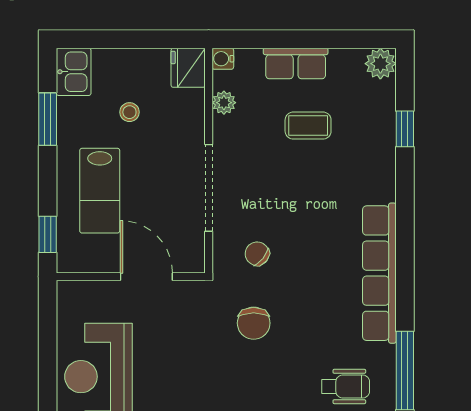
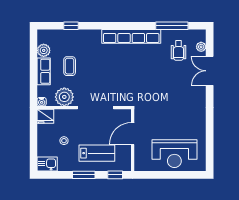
plant: (380, 64) -> (44, 50), moved
plant: (224, 103) -> (64, 97), width x1.88, depth x1.88
window: (48, 119) -> (84, 175), moved
chair: (257, 254) -> (123, 87), removed
chair: (254, 323) -> (152, 89), removed
wheelchair: (346, 386) -> (179, 50), turned 180

